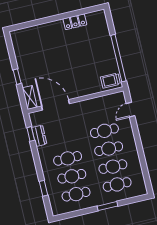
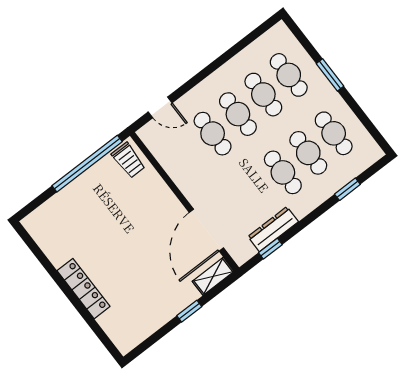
locker: (75, 22) -> (83, 289), moved, width x1.53
dresser: (39, 136) -> (273, 229), width x1.44

